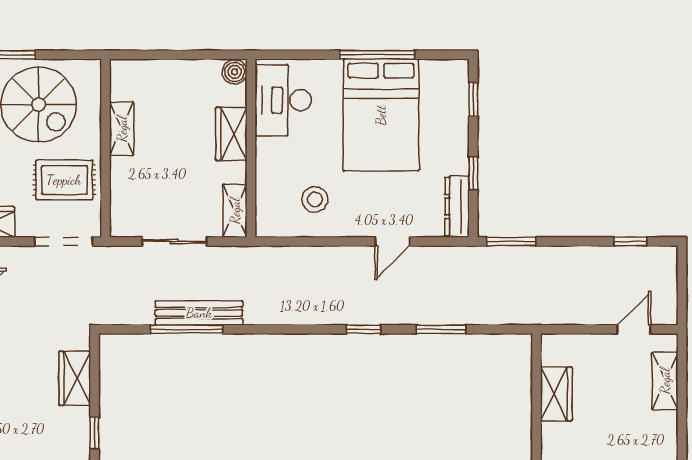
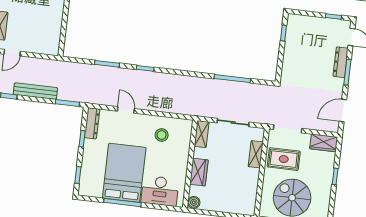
desk: (283, 100) -> (160, 191), moved, turned 90
shelving: (122, 129) -> (256, 154), moved
door: (392, 241) -> (126, 110), hinge flipped
bench: (199, 313) -> (35, 91), moved
wardrobe: (75, 378) -> (290, 61), removed
wardrobe: (556, 394) -> (54, 25), removed

